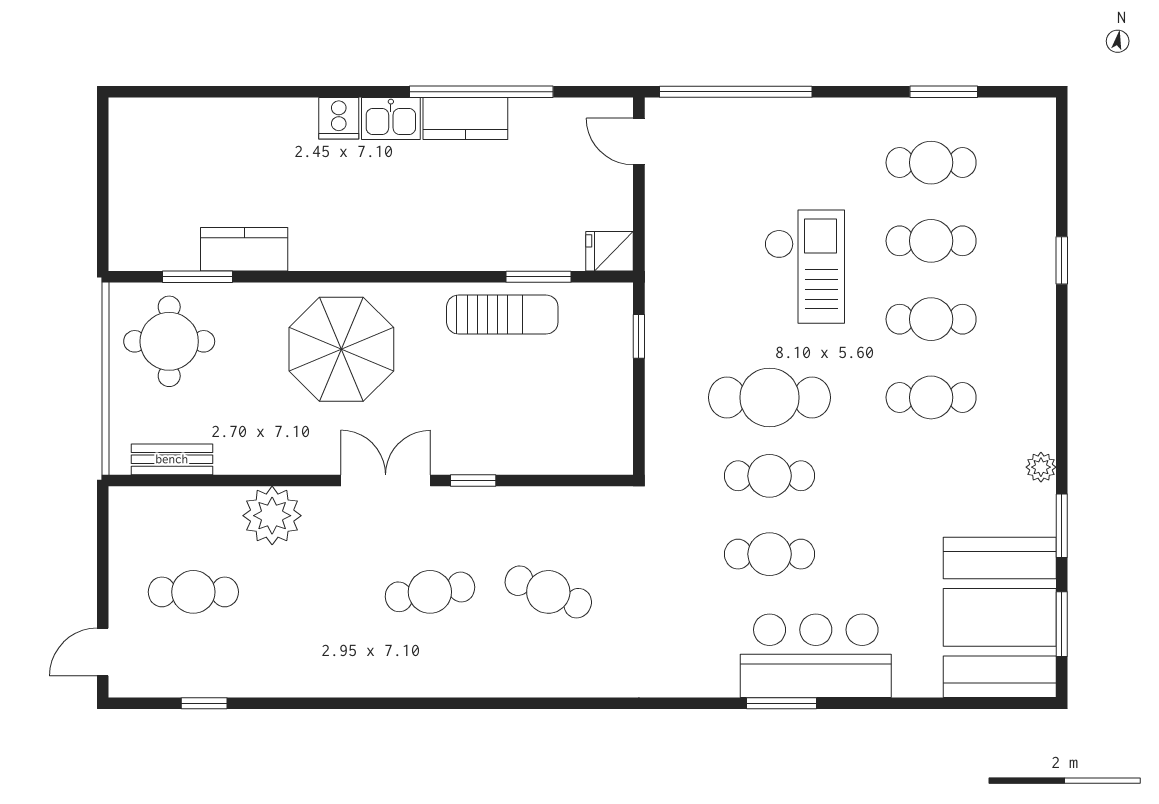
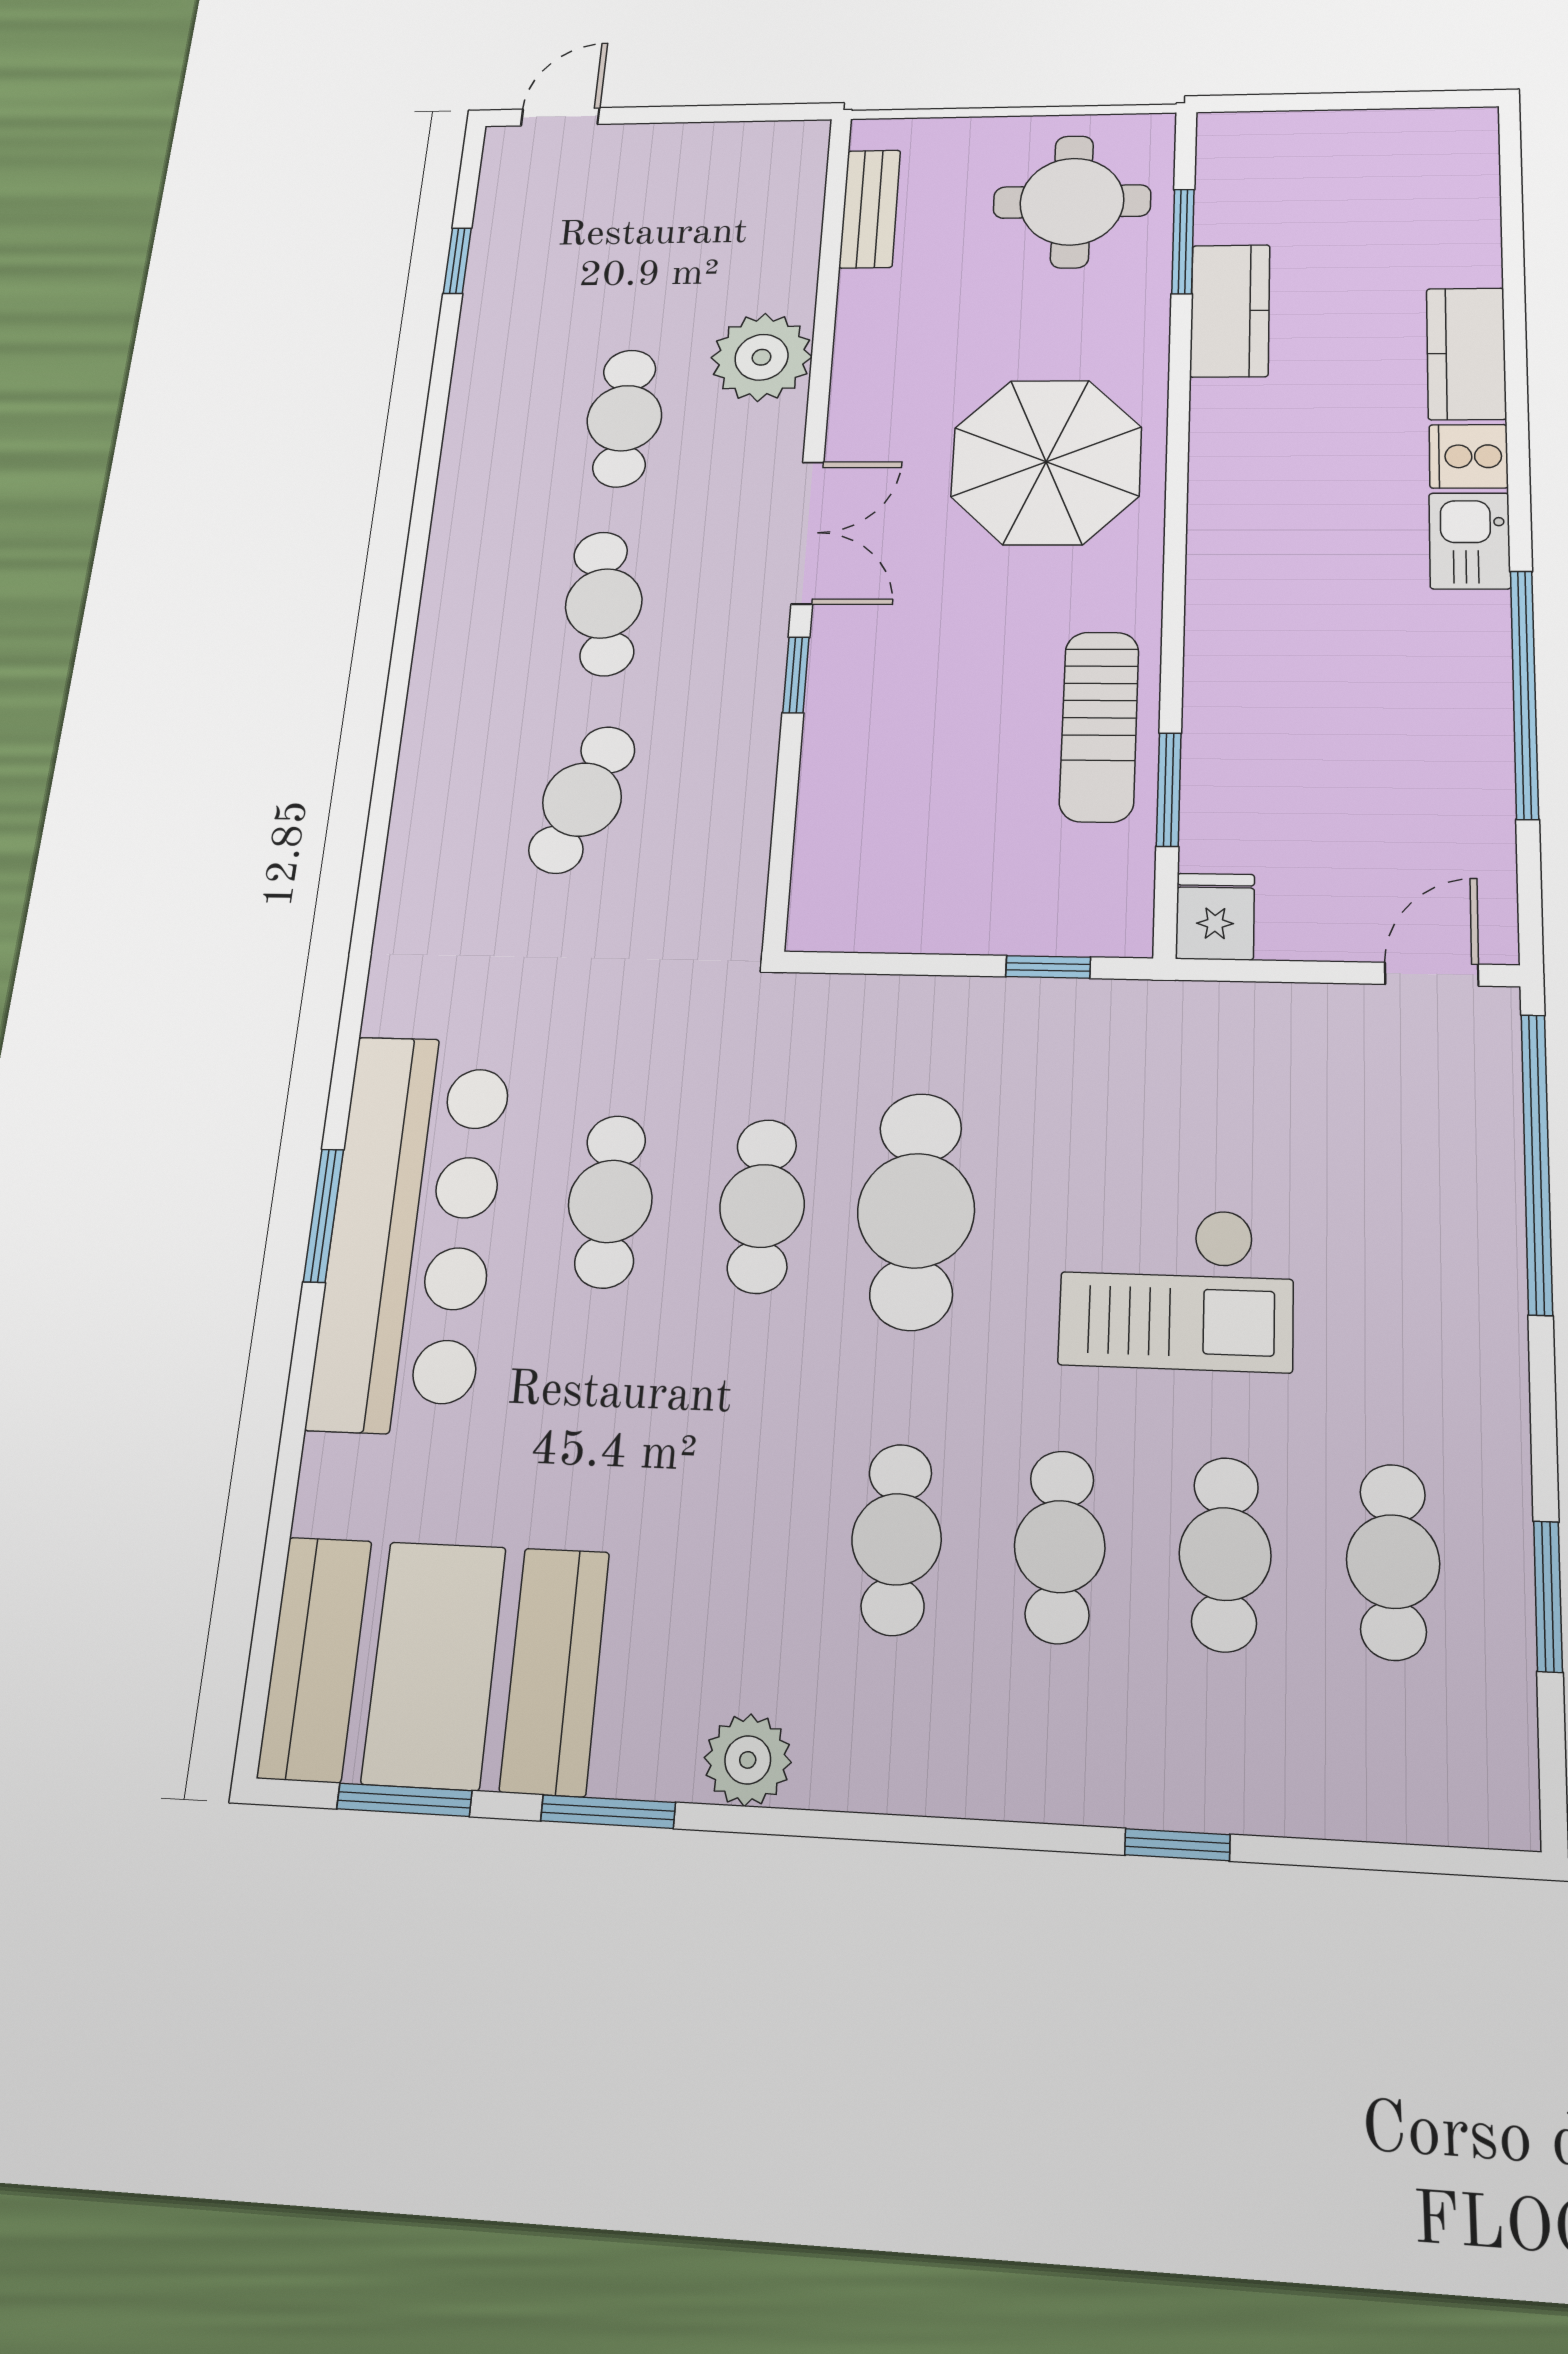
kitchen counter: (465, 118) -> (1466, 354), moved
plant: (1041, 467) -> (748, 1760), width x1.38, depth x1.38
cafe table: (193, 592) -> (624, 418), moved
door: (103, 652) -> (560, 117), hinge flipped
bar counter: (816, 656) -> (412, 1231), width x1.36

